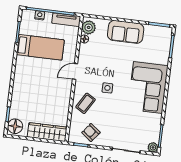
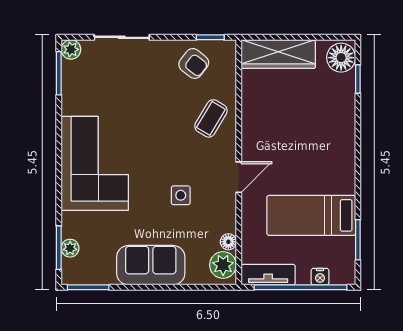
plant: (166, 46) -> (70, 248), added
side table: (107, 88) -> (181, 195), moved

